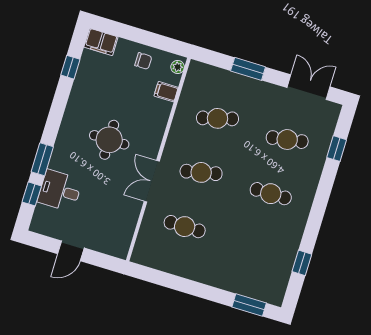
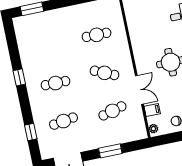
cafe table: (201, 172) -> (104, 73), turned 36
double door: (152, 181) -> (139, 90), moved
window: (302, 263) -> (19, 77), moved

